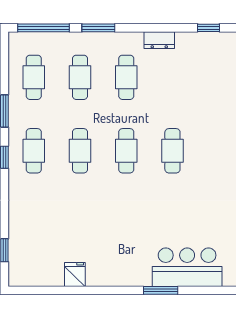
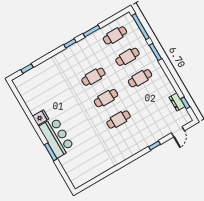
dresser: (159, 40) -> (177, 102), moved
cafe table: (34, 151) -> (81, 55), removed
bar counter: (187, 267) -> (57, 137), moved
fridge: (75, 274) -> (41, 118), moved

